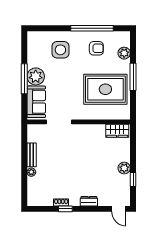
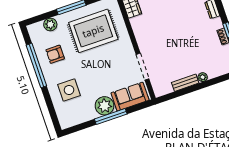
armchair: (96, 48) -> (55, 54), turned -90
rug: (105, 89) -> (93, 31), turned 90

